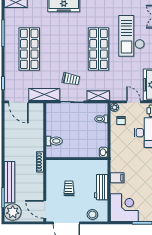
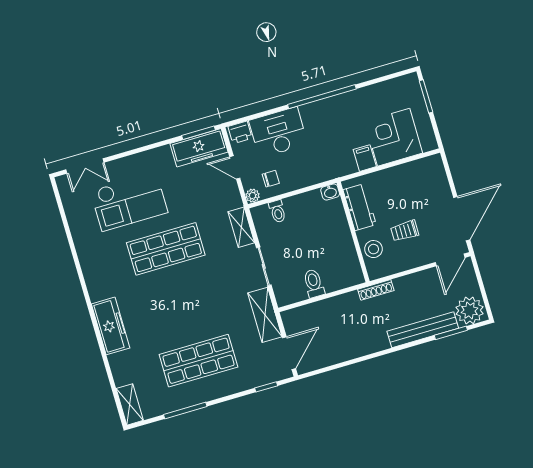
trolley: (71, 79) -> (227, 279), removed
door: (133, 102) -> (235, 167), hinge flipped
toilet: (54, 141) -> (314, 283), moved
workbench: (101, 187) -> (360, 207), moved, turned -90
corner desk: (124, 208) -> (394, 137), moved
stool: (92, 214) -> (373, 249), moved

